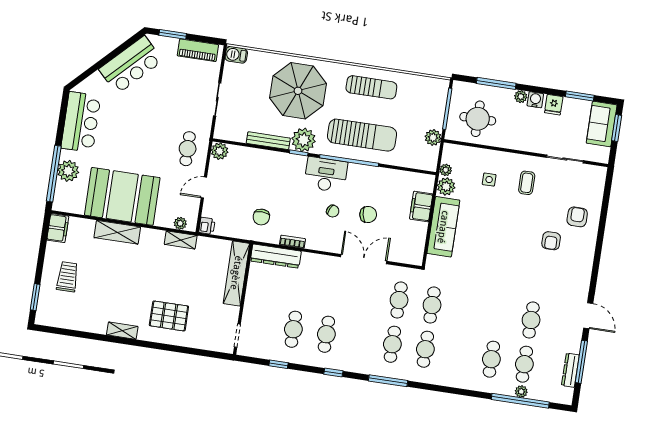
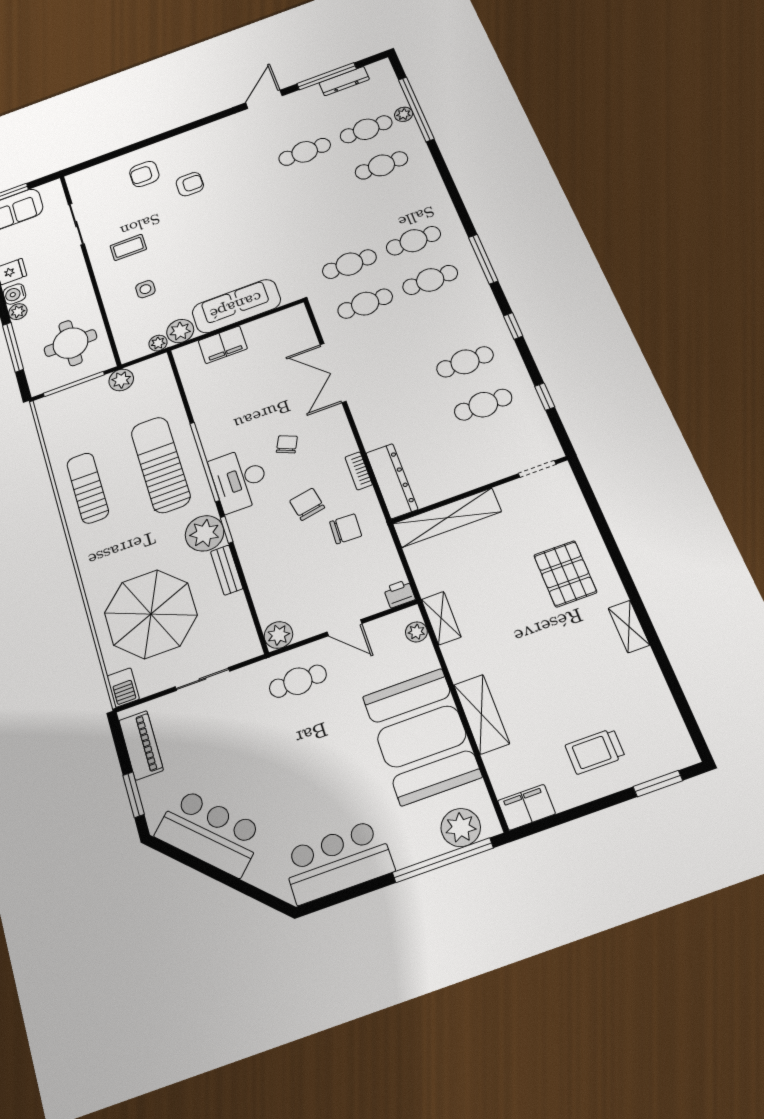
parasol: (298, 91) -> (151, 614), moved
bench: (268, 141) -> (227, 570), width x0.73
plant: (68, 171) -> (461, 828), moved
chair: (368, 214) -> (307, 504), moved

